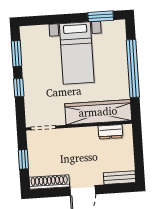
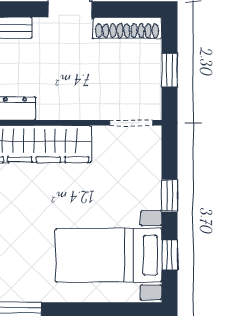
bed with nightstands: (77, 53) -> (109, 255), moved, turned -90
window: (17, 54) -> (170, 255), width x0.67

